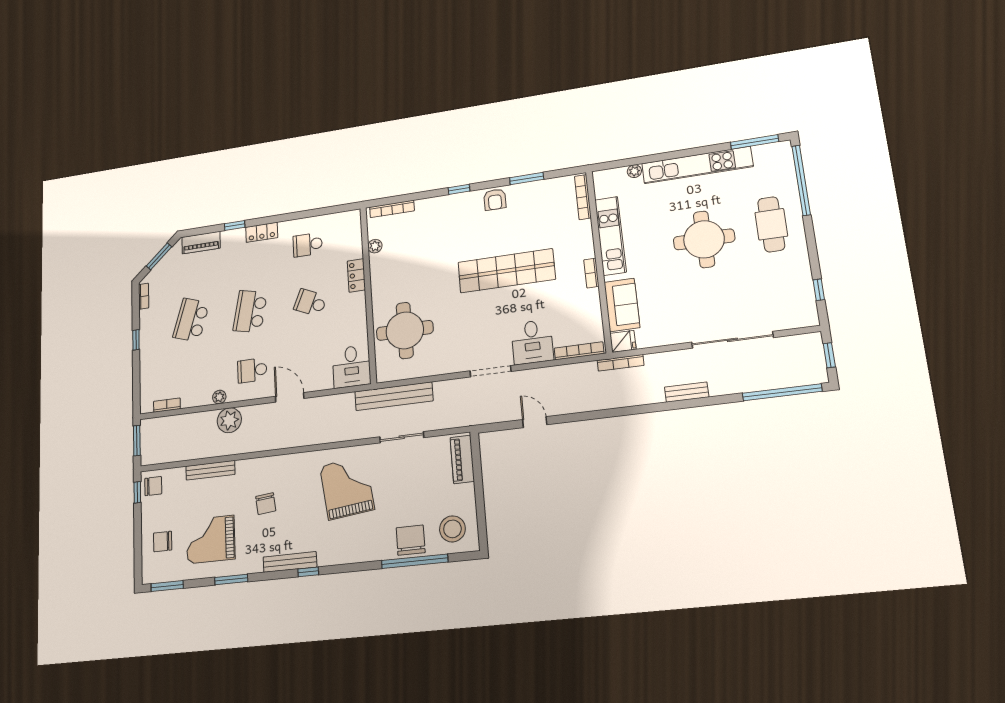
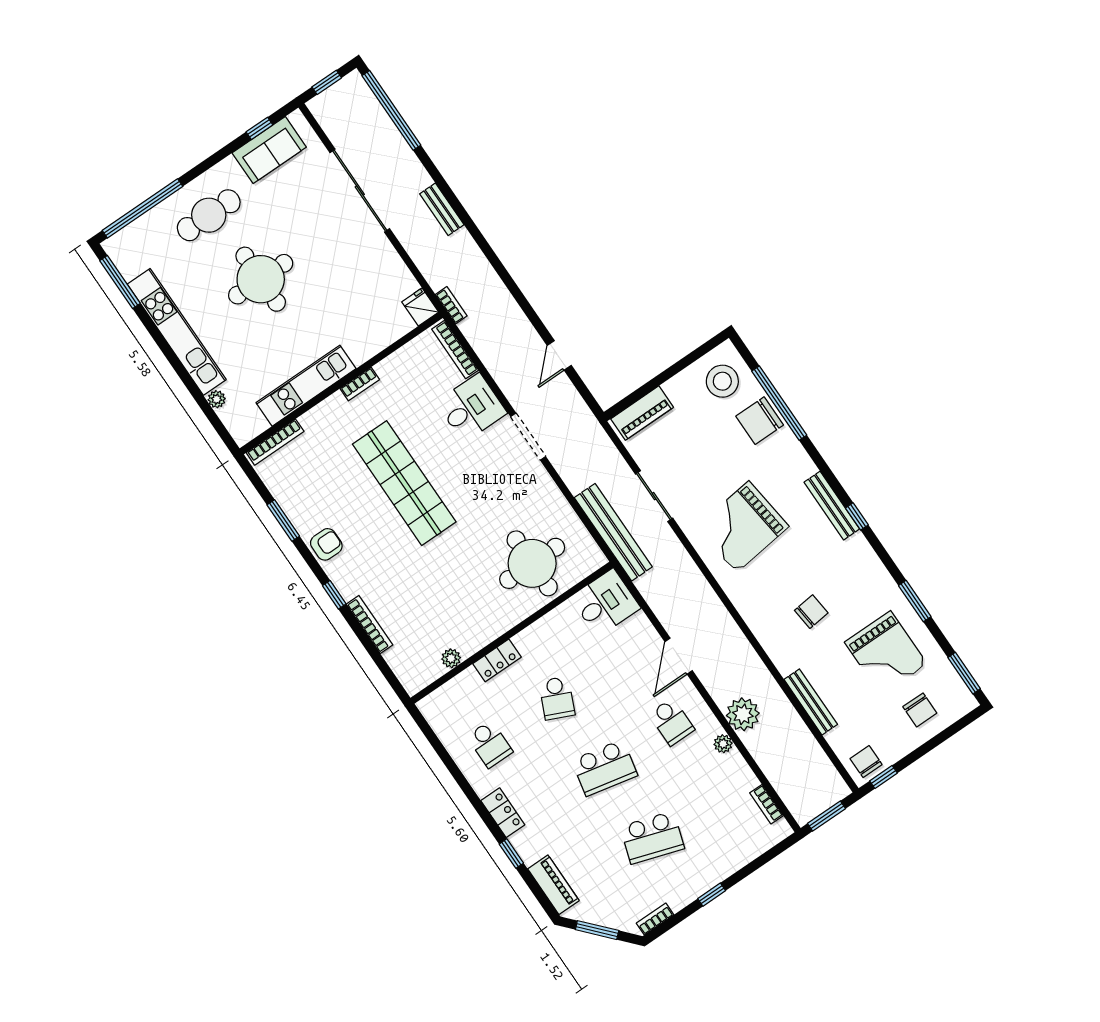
bookcase: (392, 209) -> (370, 625), moved
sofa: (622, 305) -> (269, 150), moved, turned 180
bookcase: (621, 363) -> (451, 305), width x0.64
bench: (290, 562) -> (832, 506), moved

